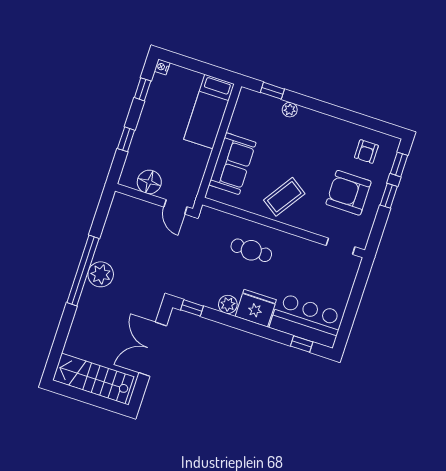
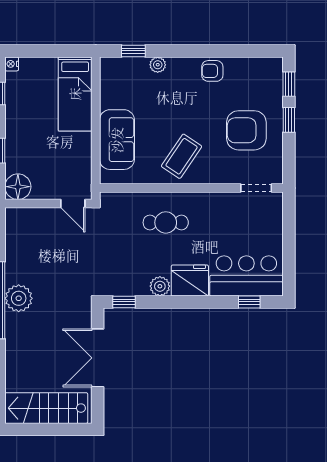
armchair: (366, 152) -> (212, 71), moved, turned 90
floor lamp: (149, 182) -> (18, 187), moved

